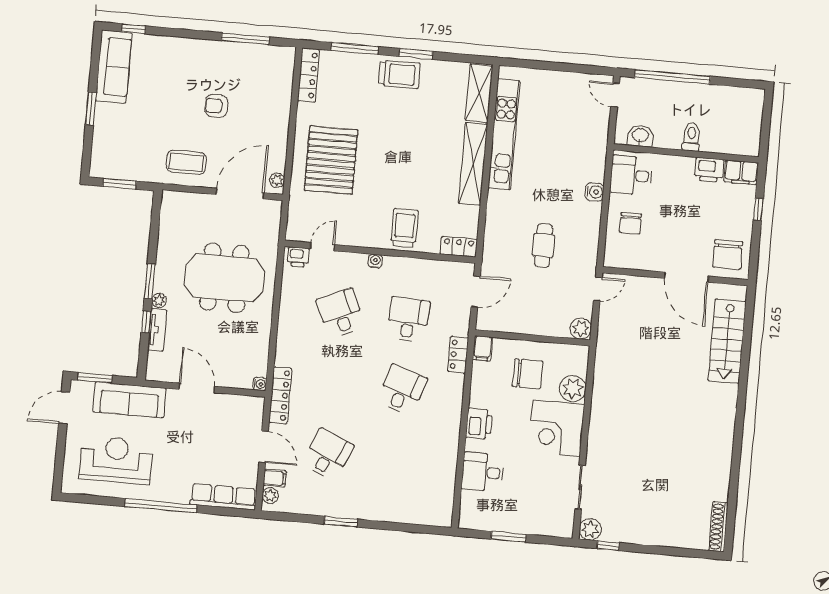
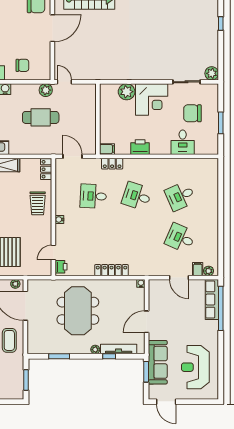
trolley: (404, 228) -> (38, 203), turned -90
cafe table: (543, 245) -> (41, 117), width x1.37, depth x1.35
door: (322, 247) -> (53, 253), hinge flipped
window: (150, 281) -> (59, 356), moved
desk: (340, 313) -> (180, 196), moved
plant: (581, 329) -> (46, 90), moved
tv unit: (157, 330) -> (119, 349), width x1.41
chair: (528, 374) -> (192, 113), moved, turned -90
window: (95, 378) -> (146, 372), moved
locker: (280, 395) -> (111, 270), moved
printer: (479, 424) -> (140, 147), moved
door: (264, 447) -> (179, 278), swing flipped
window: (161, 506) -> (221, 308), moved
window: (341, 522) -> (221, 226), removed
window: (608, 546) -> (221, 24), moved

